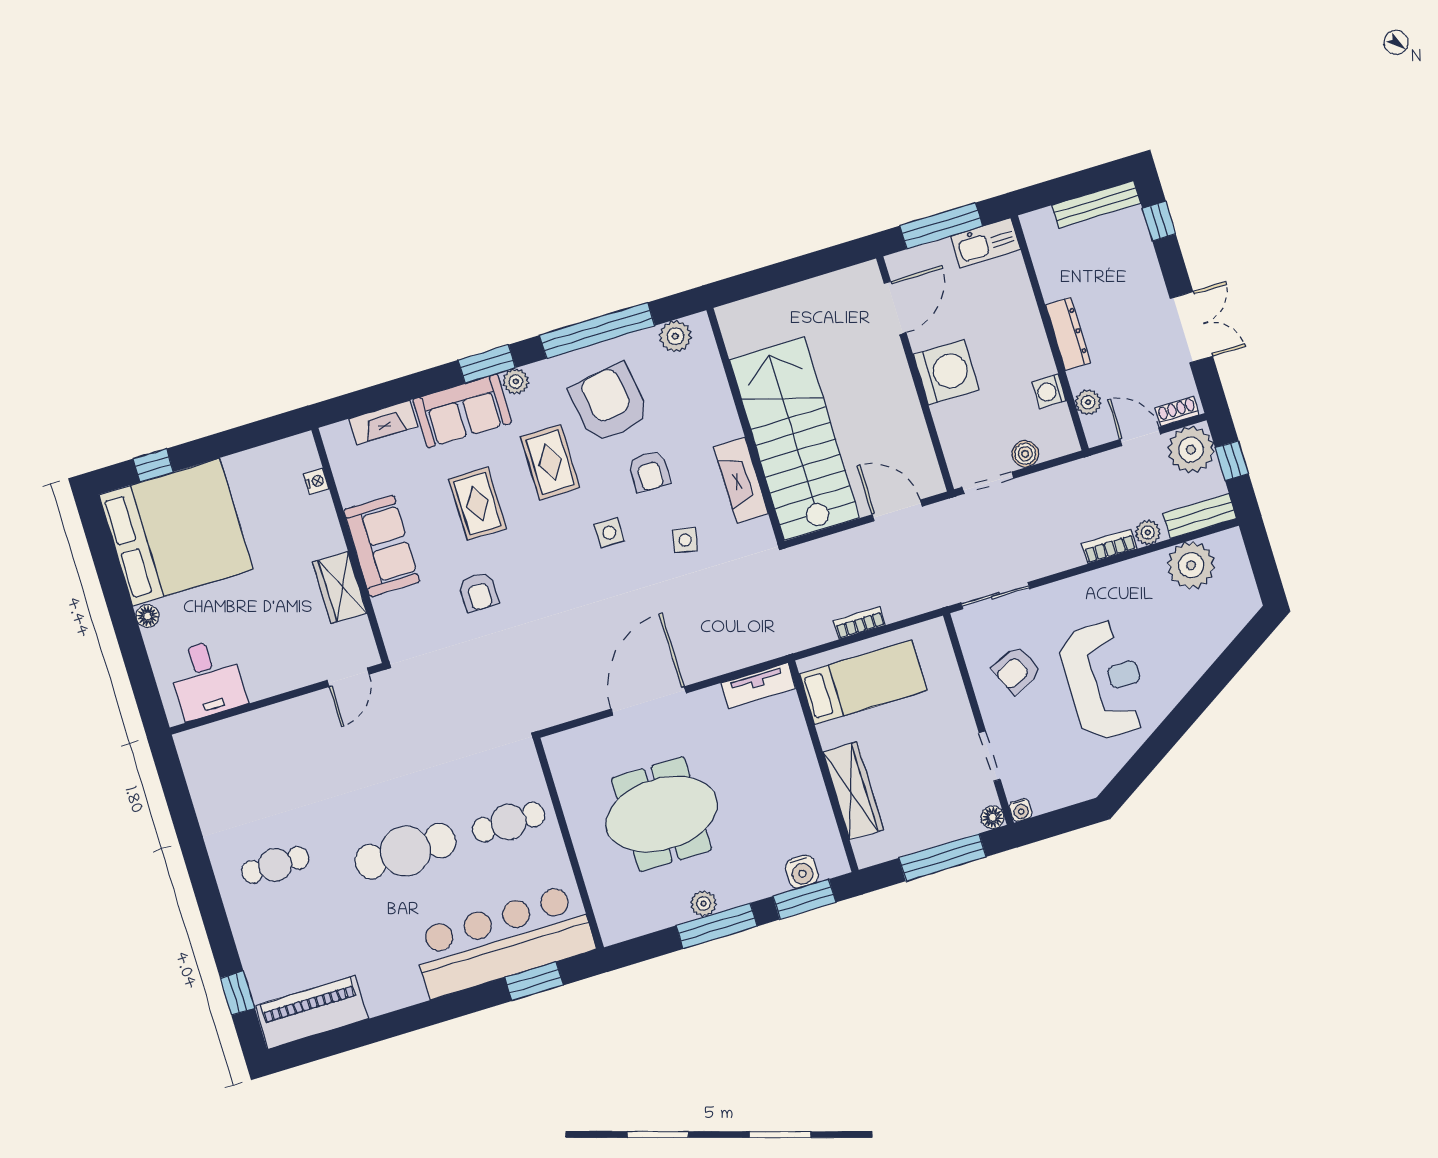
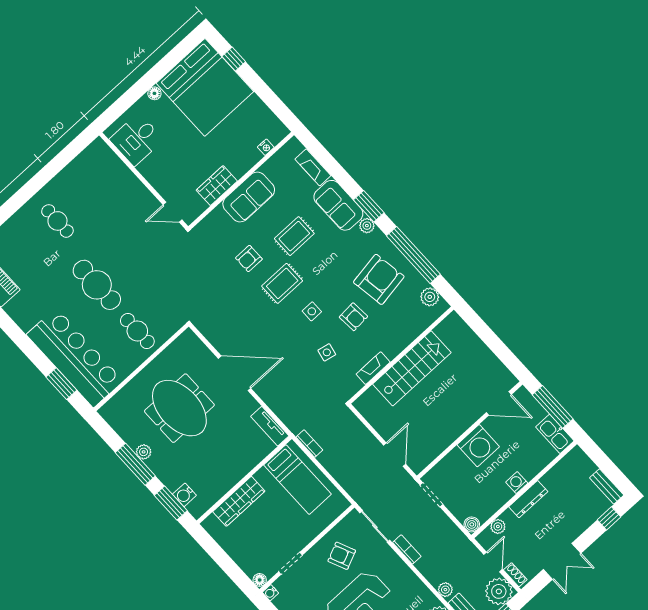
bench: (1096, 204) -> (607, 487), width x0.73
washing machine: (1049, 391) -> (517, 483), moved
stairs: (794, 439) -> (412, 368), width x0.73, depth x0.66
boiler: (1025, 454) -> (472, 524), moved
rug: (550, 462) -> (282, 283), moved
armchair: (649, 471) -> (353, 317), turned -94
fireplace: (741, 480) -> (373, 368), width x0.73, depth x0.76
bookcase: (1109, 546) -> (407, 549), moved
bookcase: (859, 623) -> (309, 444), moved
window: (943, 857) -> (227, 564), removed

